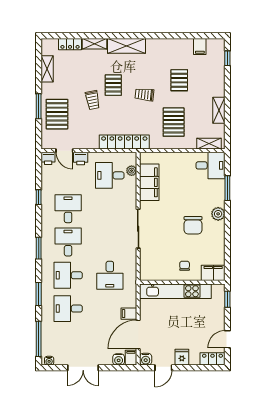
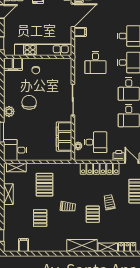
locker: (124, 142) -> (100, 169), moved
desk: (110, 275) -> (95, 62), turned 180

